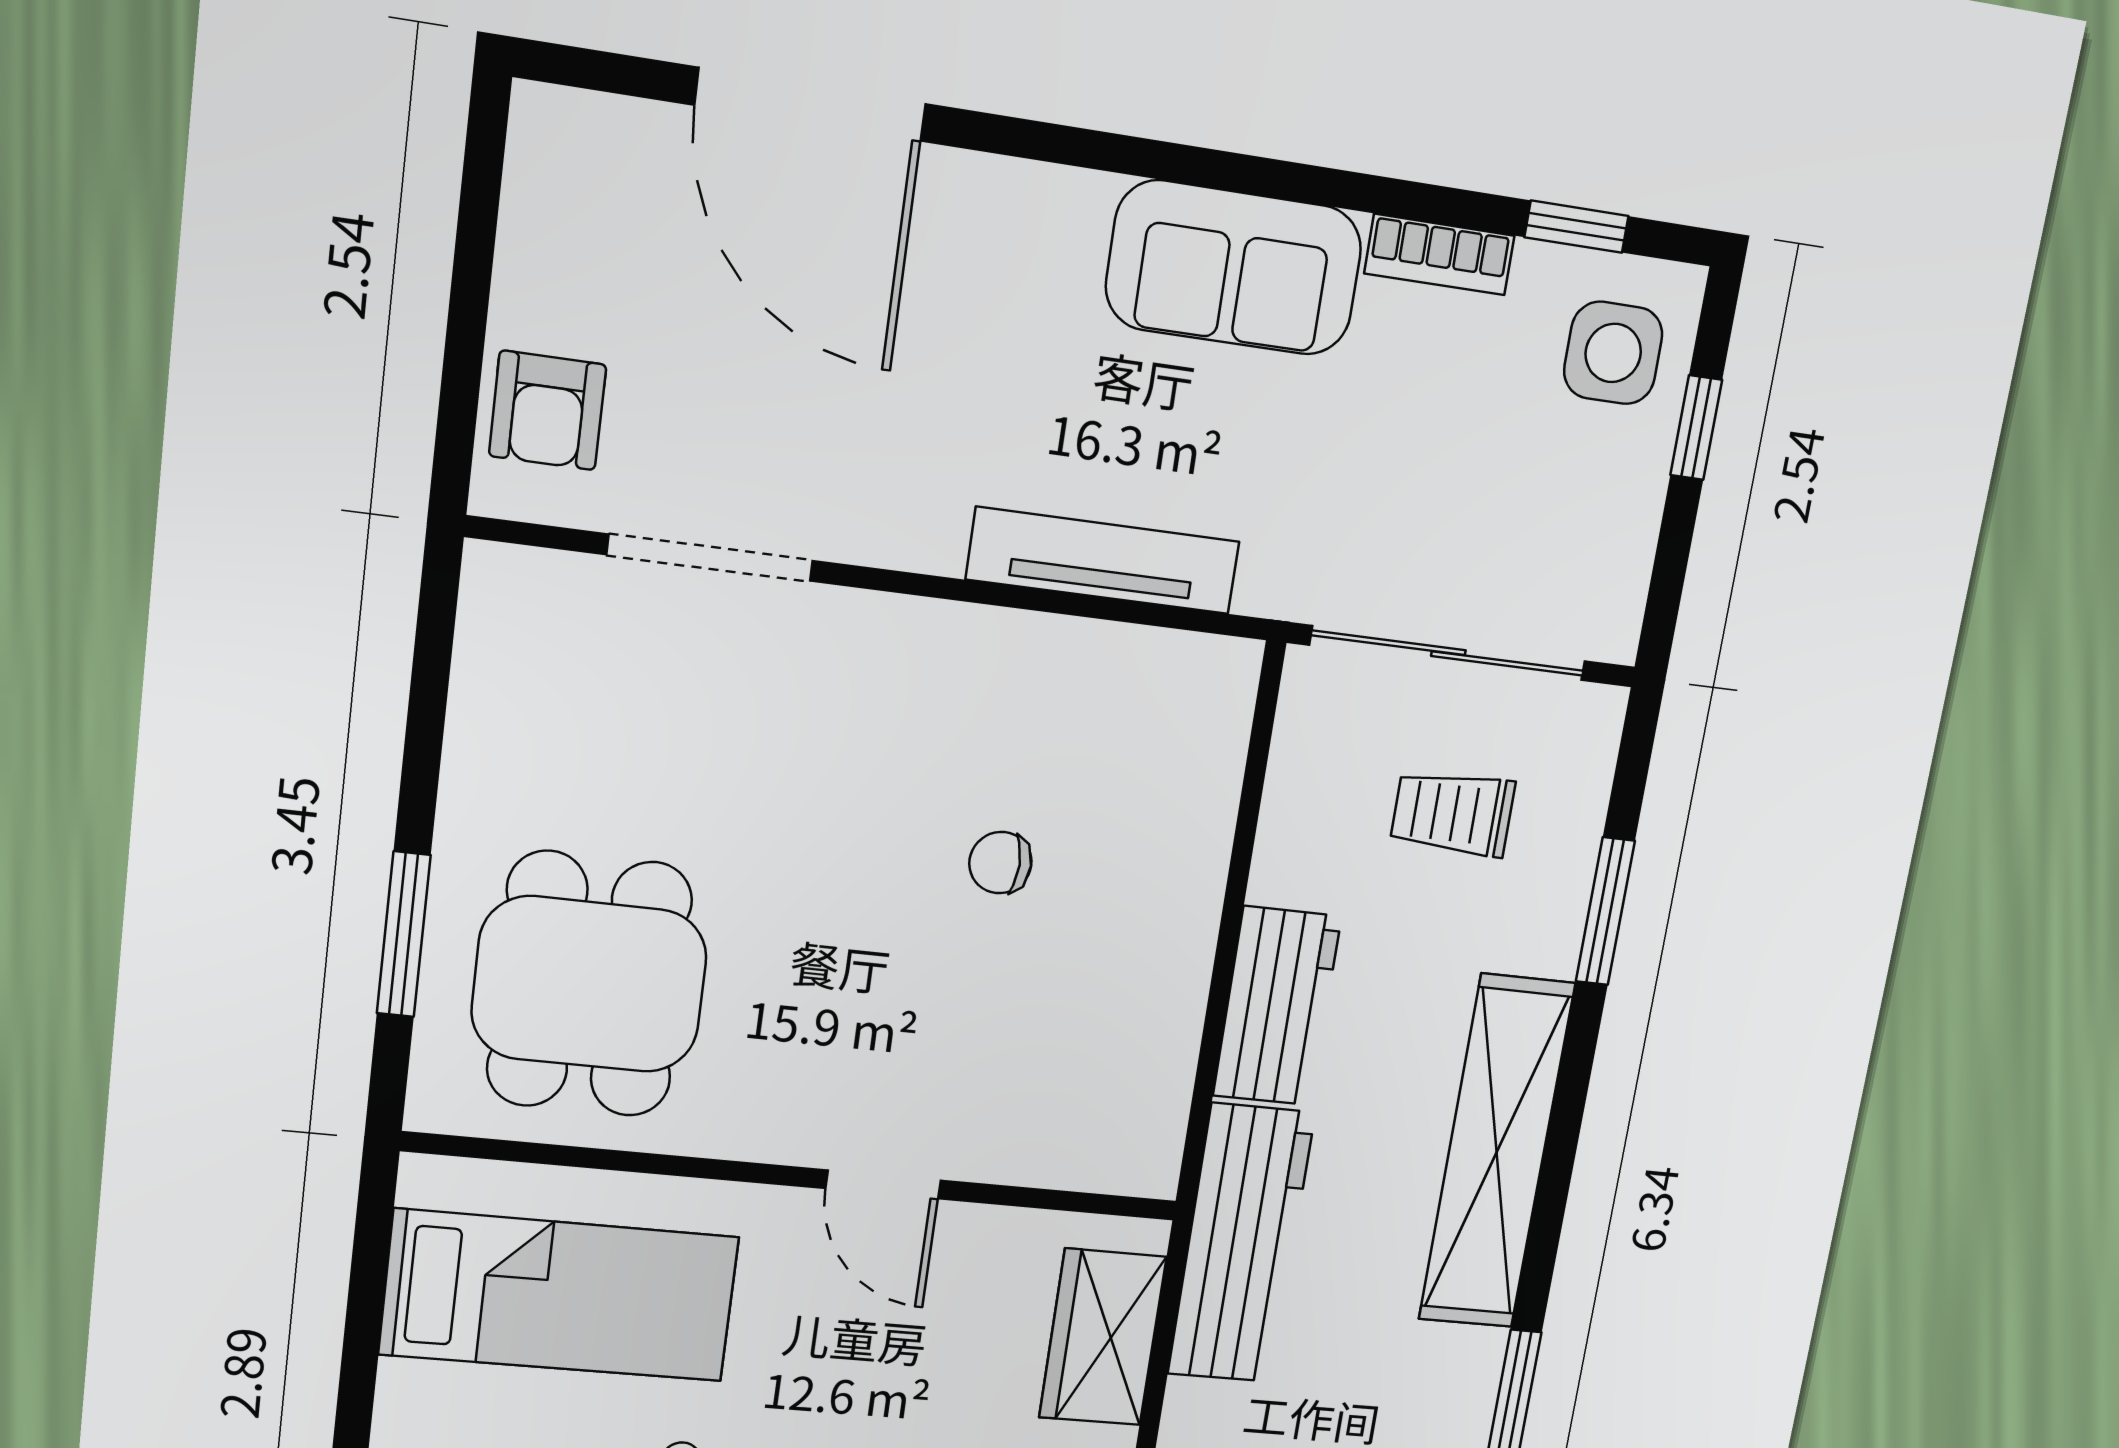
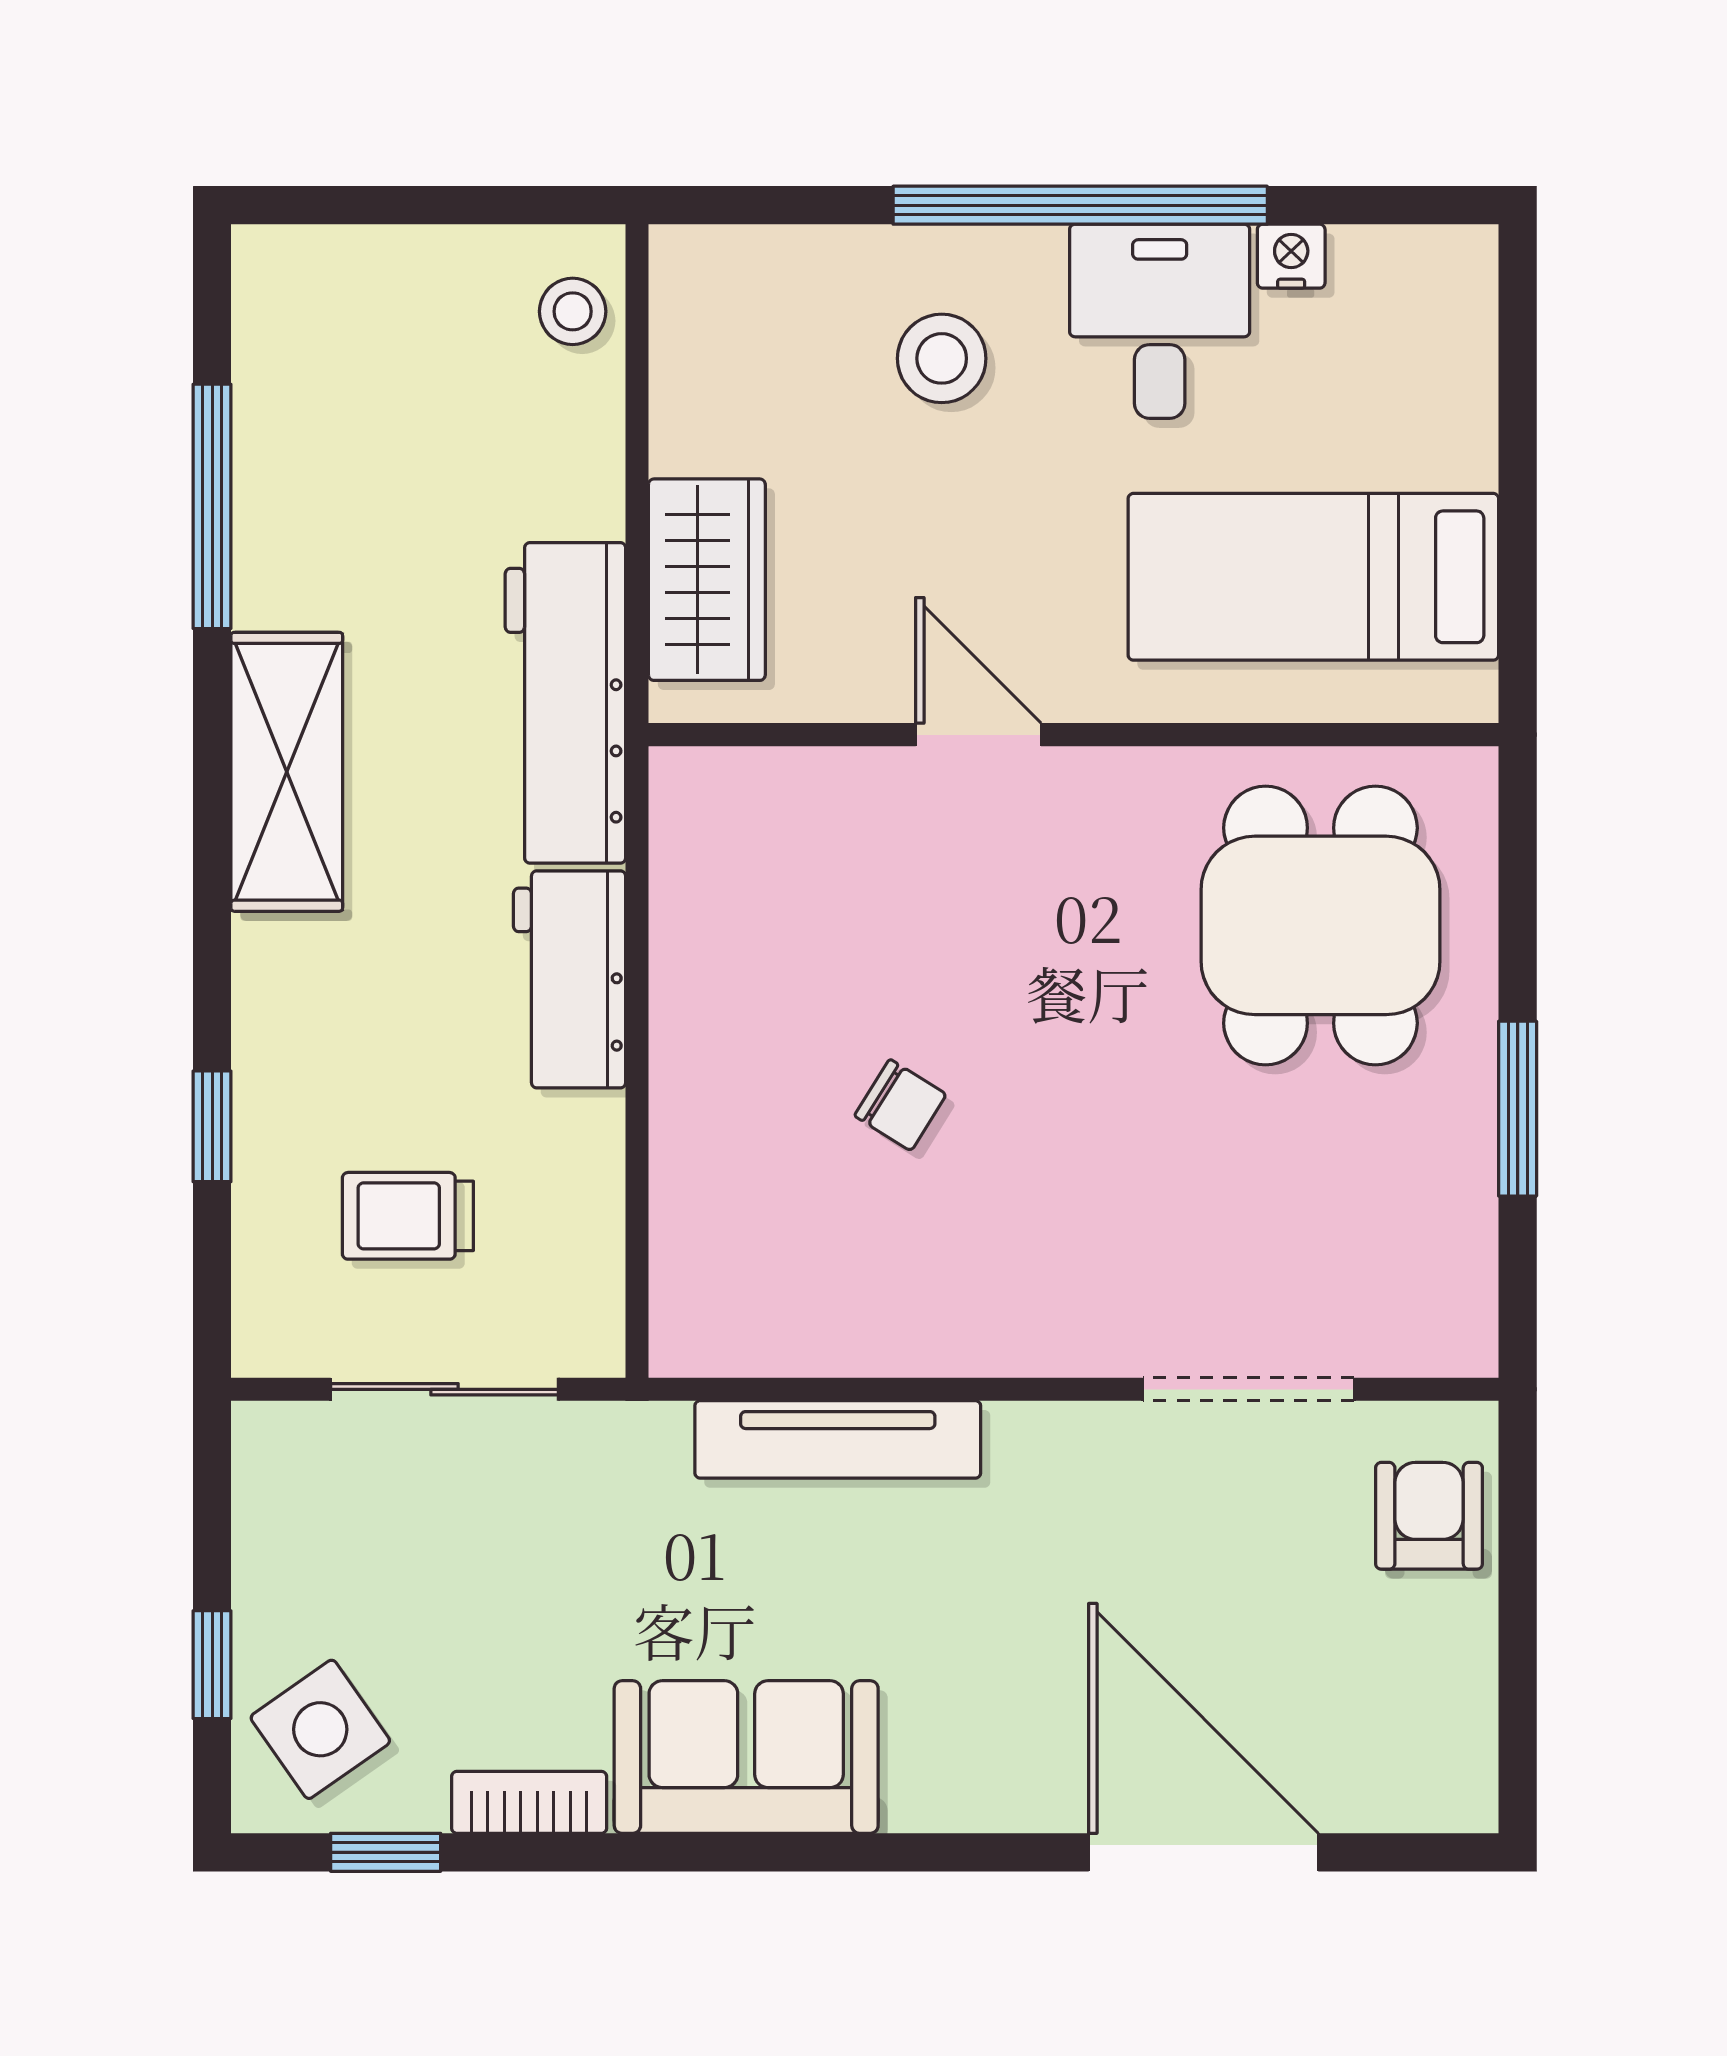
side table: (1613, 353) -> (320, 1729), turned -35
sliding door: (1448, 653) -> (444, 1389), width x0.73
trolley: (1453, 813) -> (408, 1216), turned 180
chair: (1000, 863) -> (900, 1105), turned 32
window: (1605, 911) -> (212, 1126), width x0.67
window: (404, 934) -> (1518, 1109), moved
shelving: (1496, 1152) -> (287, 772), width x0.68

